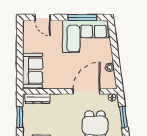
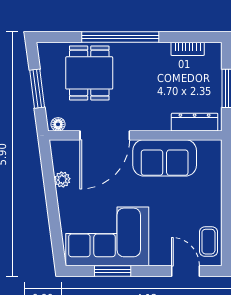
window: (82, 17) -> (113, 271), width x0.69
coffee table: (30, 33) -> (208, 242), added
sofa: (33, 70) -> (165, 158), moved, turned -90

